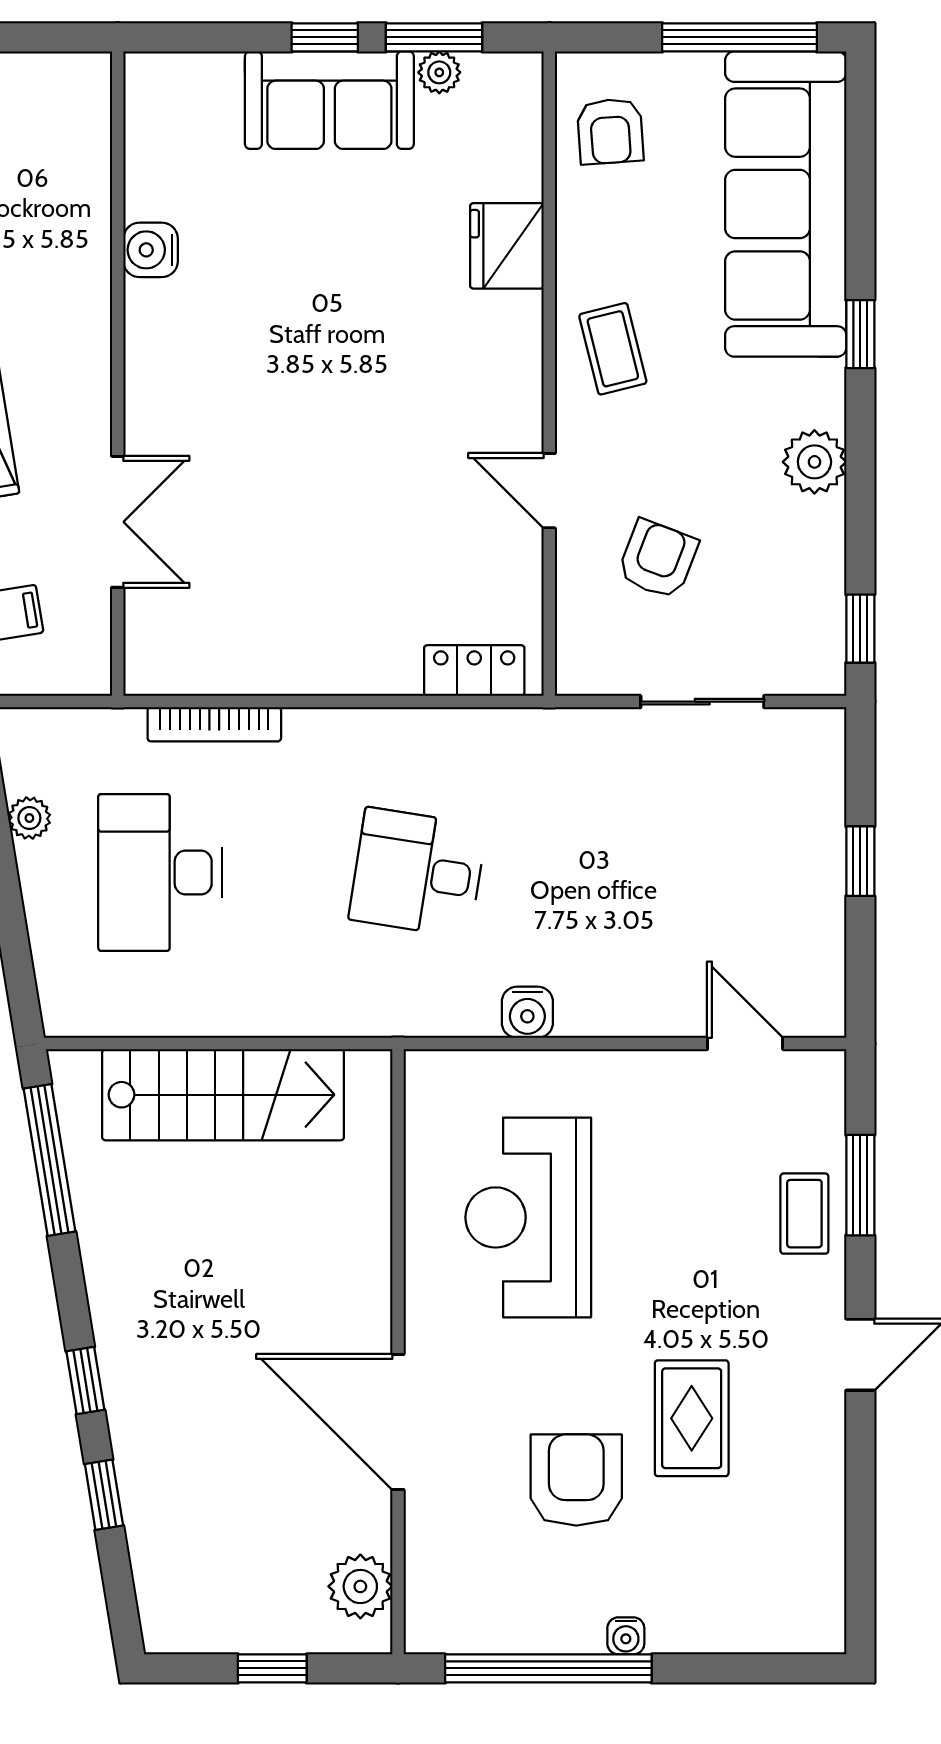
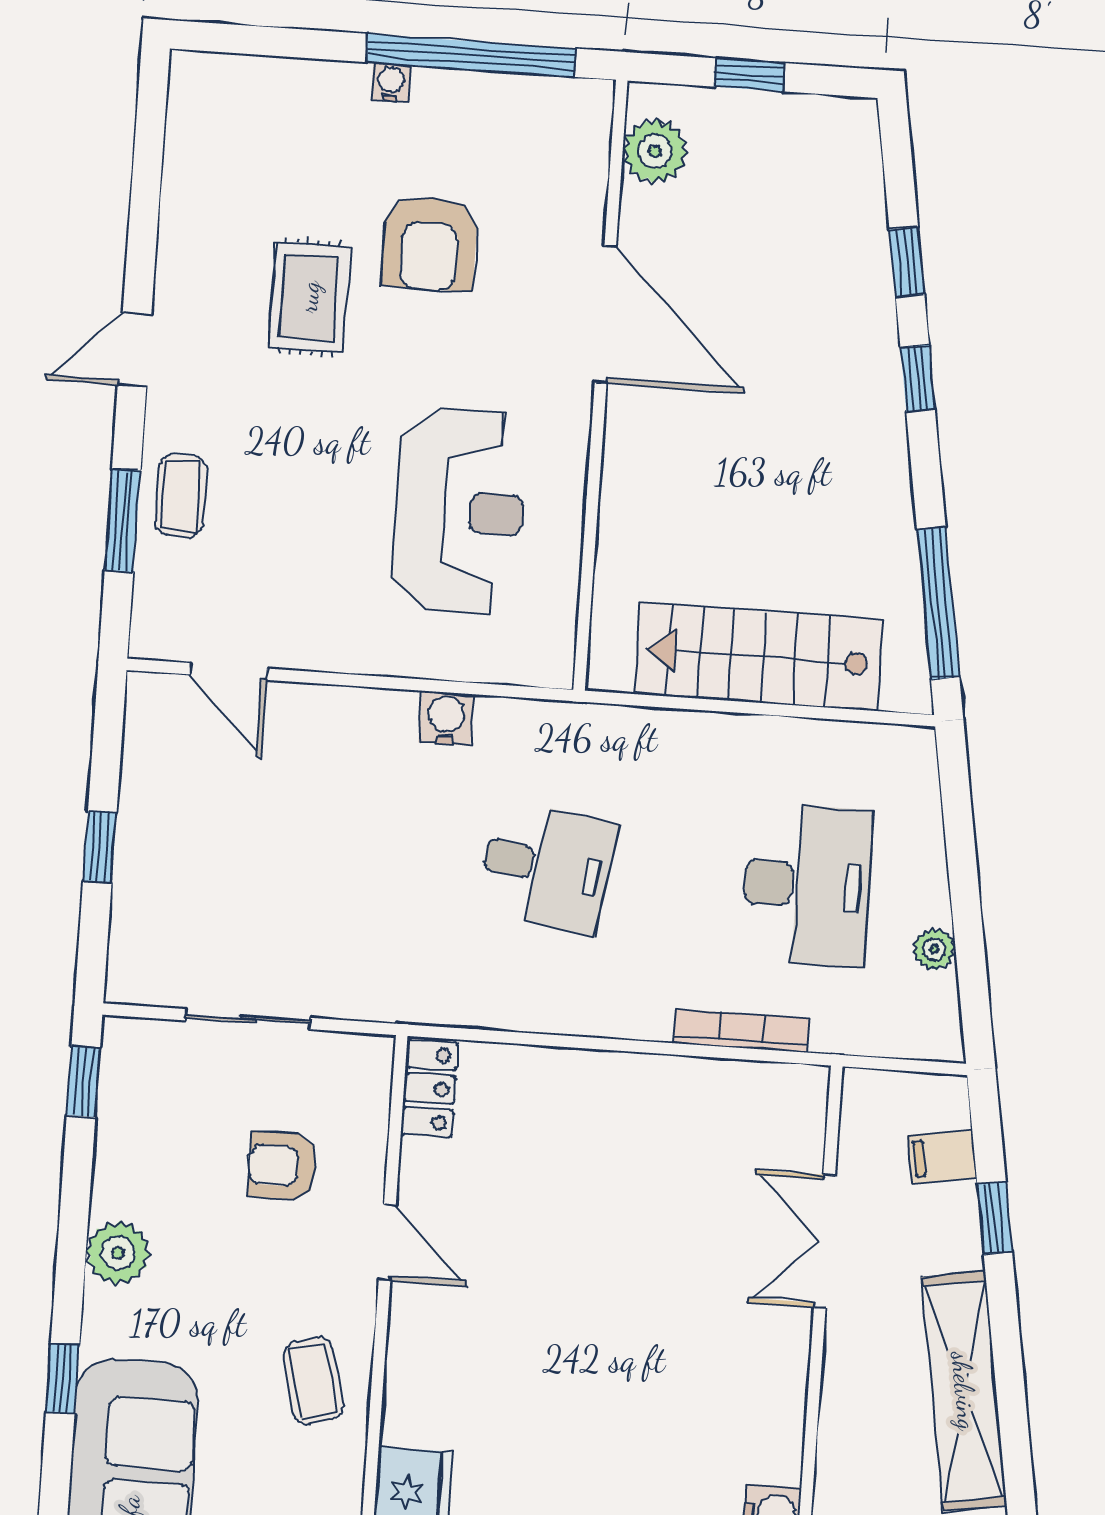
armchair: (658, 559) -> (283, 1166), turned 69
locker: (474, 671) -> (429, 1088), moved, turned -90

